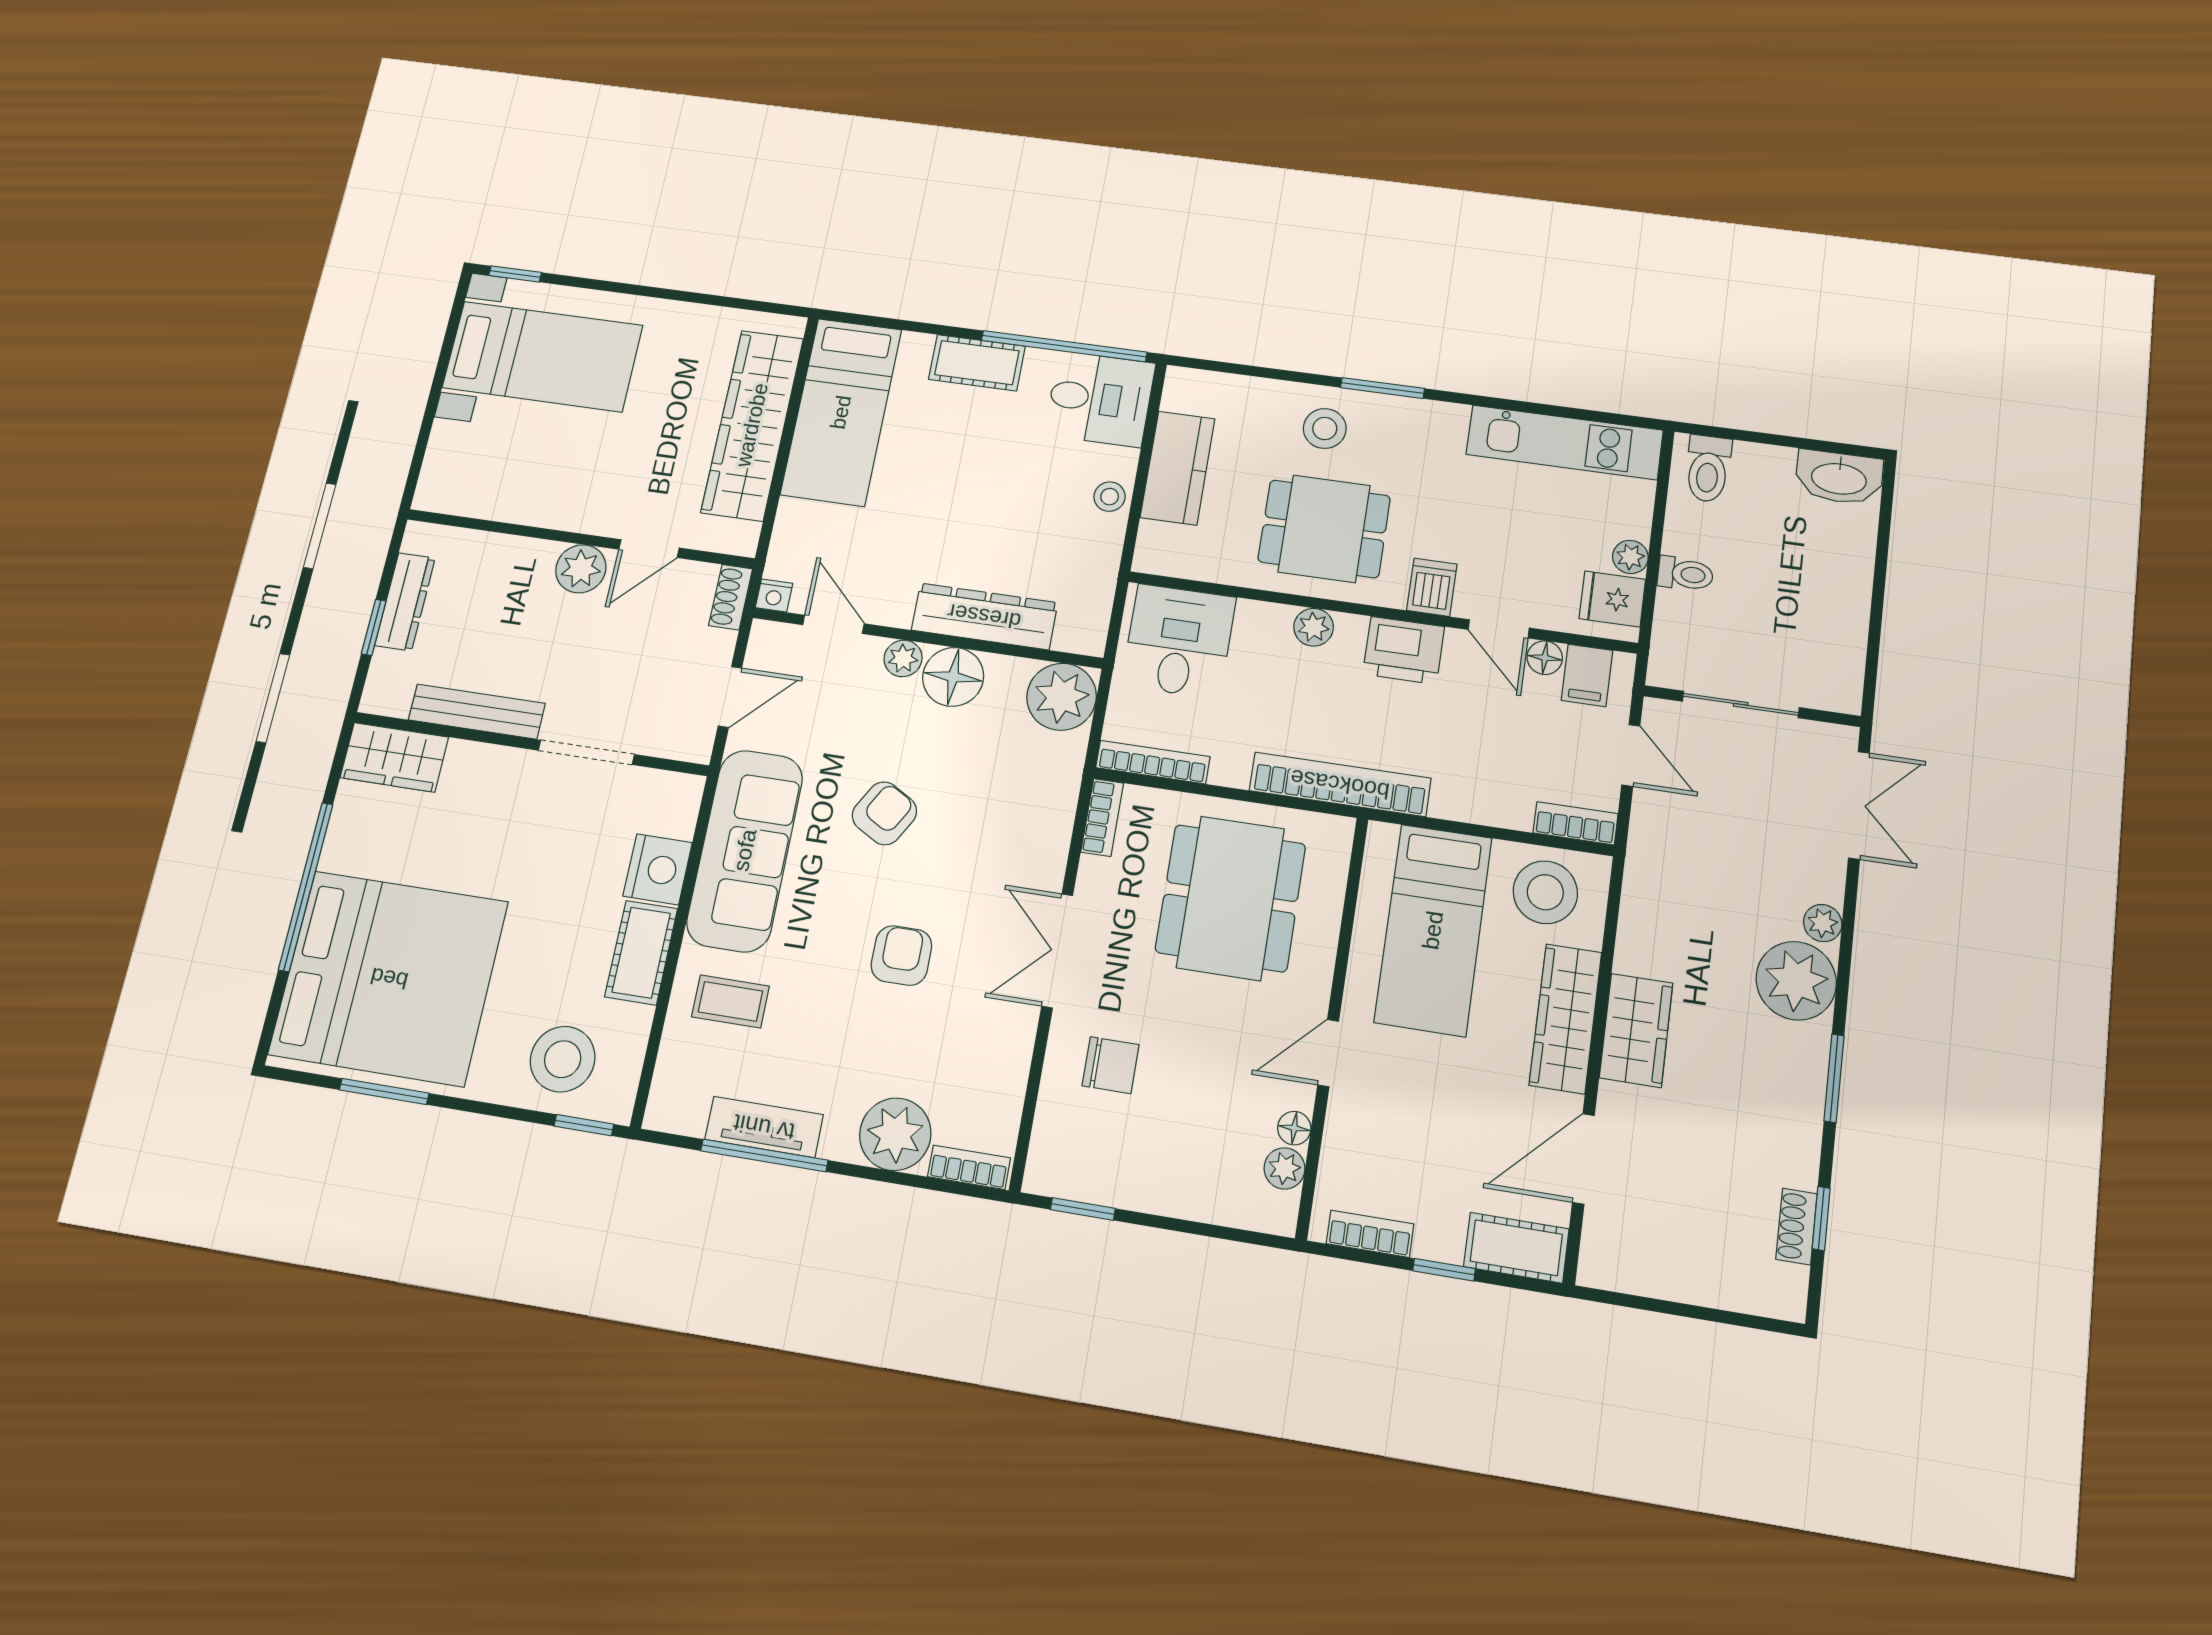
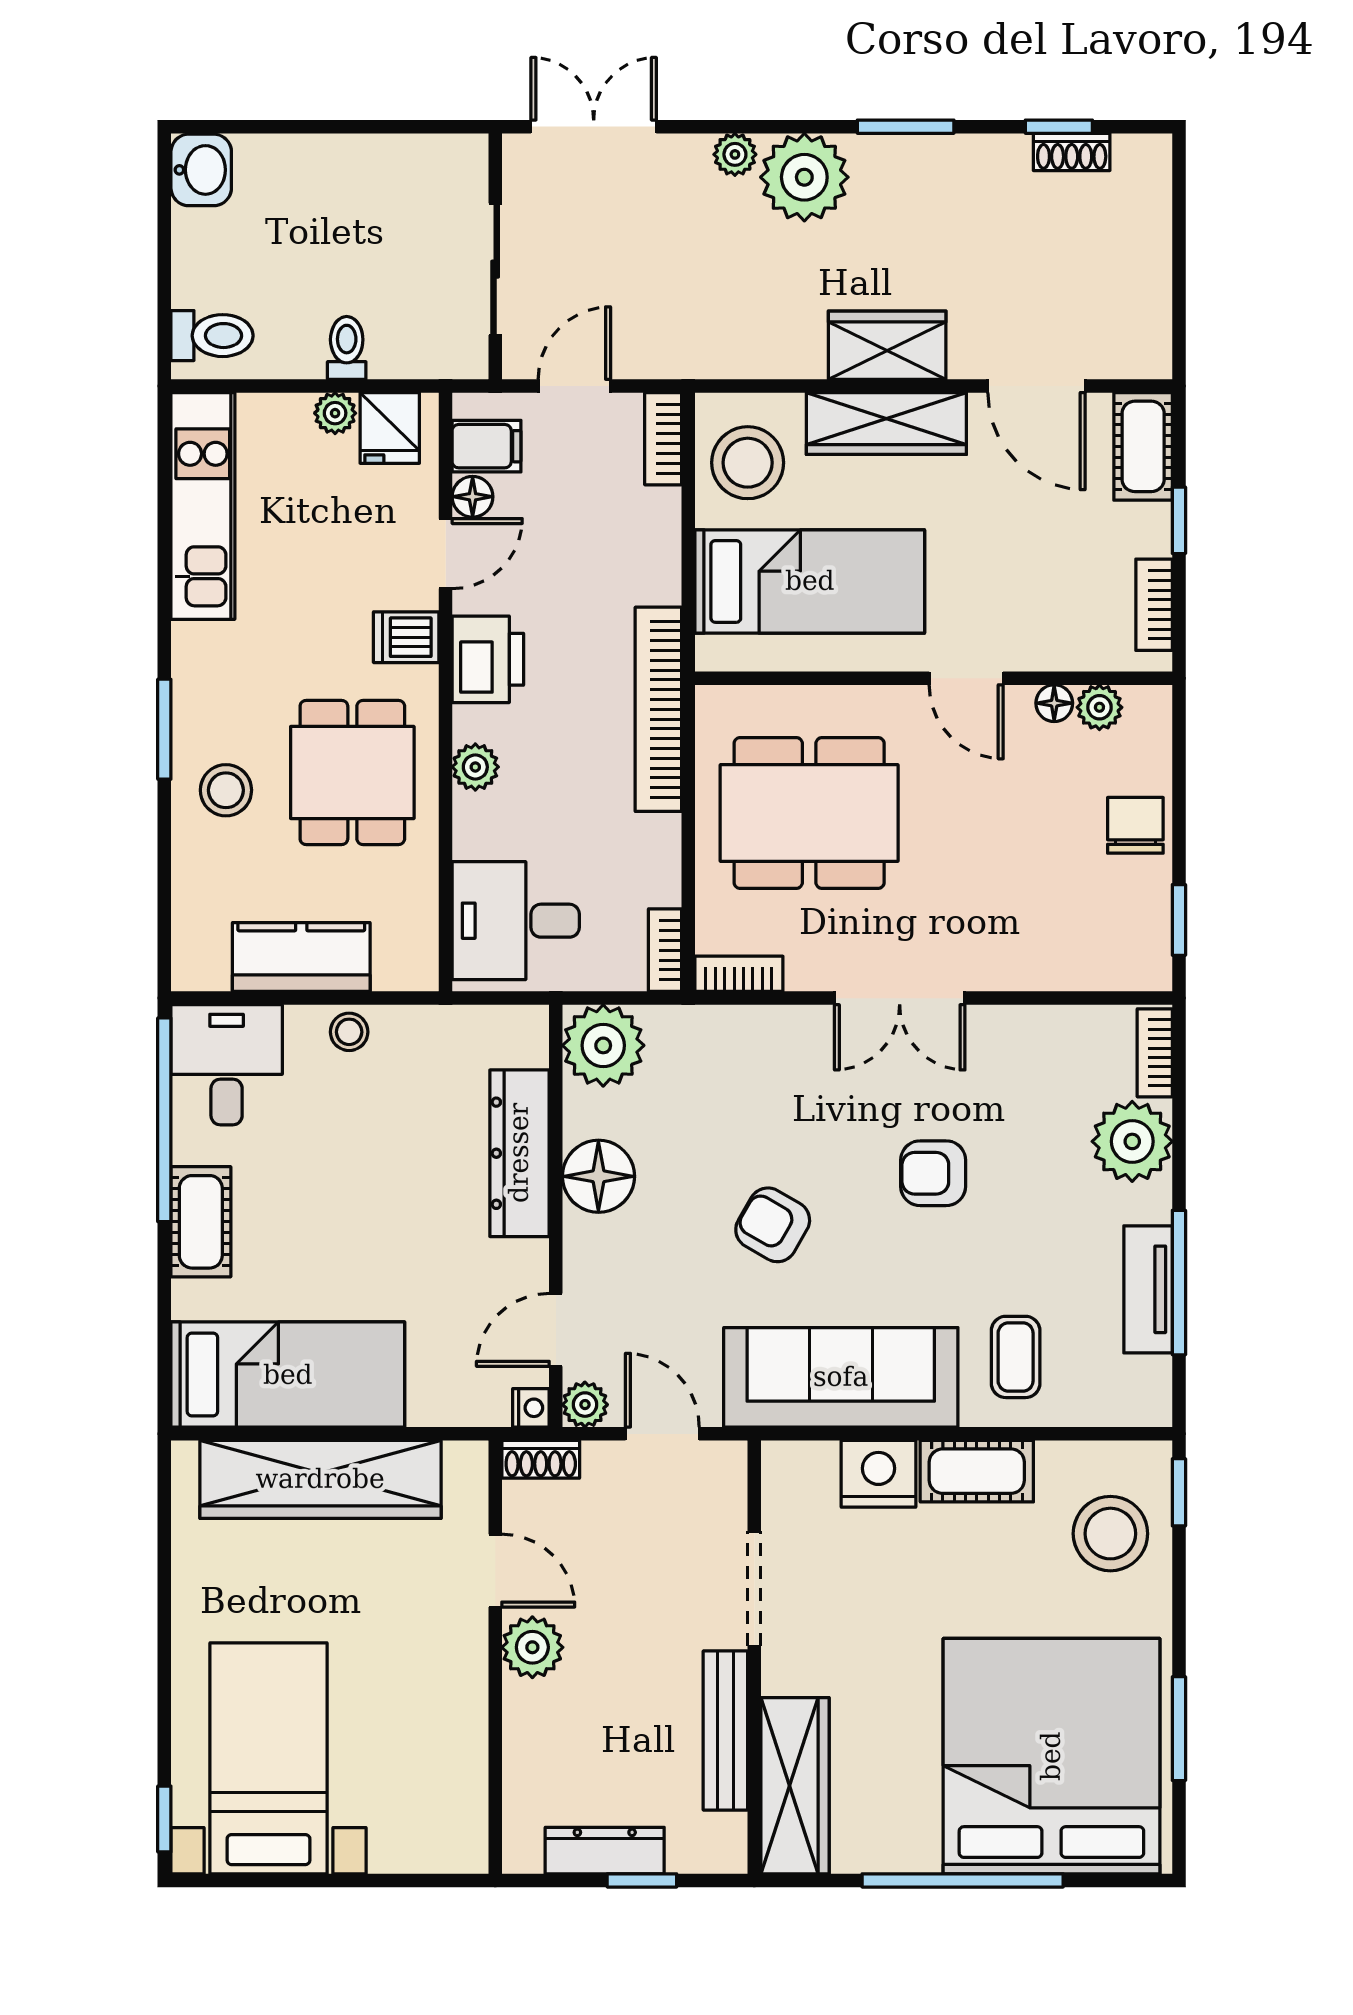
washbasin: (1839, 477) -> (201, 170), width x0.72
plant: (903, 658) -> (585, 1405), moved
wardrobe: (394, 757) -> (795, 1786), width x1.50
bookcase: (1153, 762) -> (665, 950), width x0.64
chair: (1110, 1065) -> (1135, 825), moved

